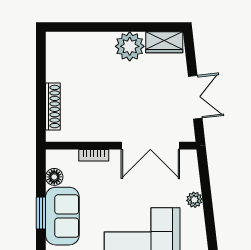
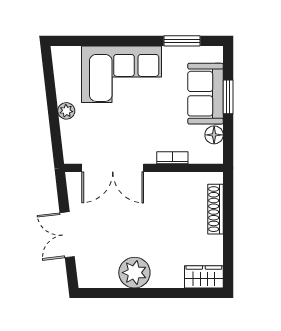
wardrobe: (164, 42) -> (204, 277), moved
double door: (195, 97) -> (67, 235), moved
double door: (150, 146) -> (113, 168), swing flipped

